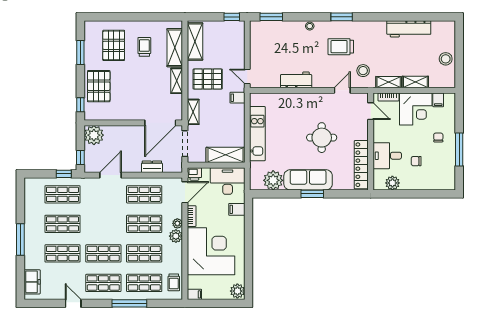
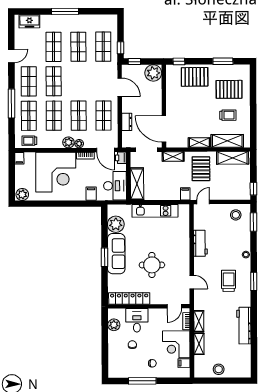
workbench: (409, 29) -> (244, 326), moved
stool: (363, 71) -> (236, 215), moved

